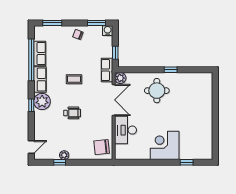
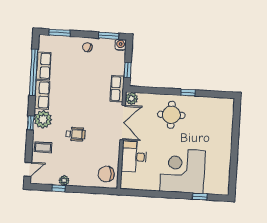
coffee table: (74, 79) -> (43, 147), moved
corner desk: (165, 145) -> (183, 171), width x1.36, depth x1.36

